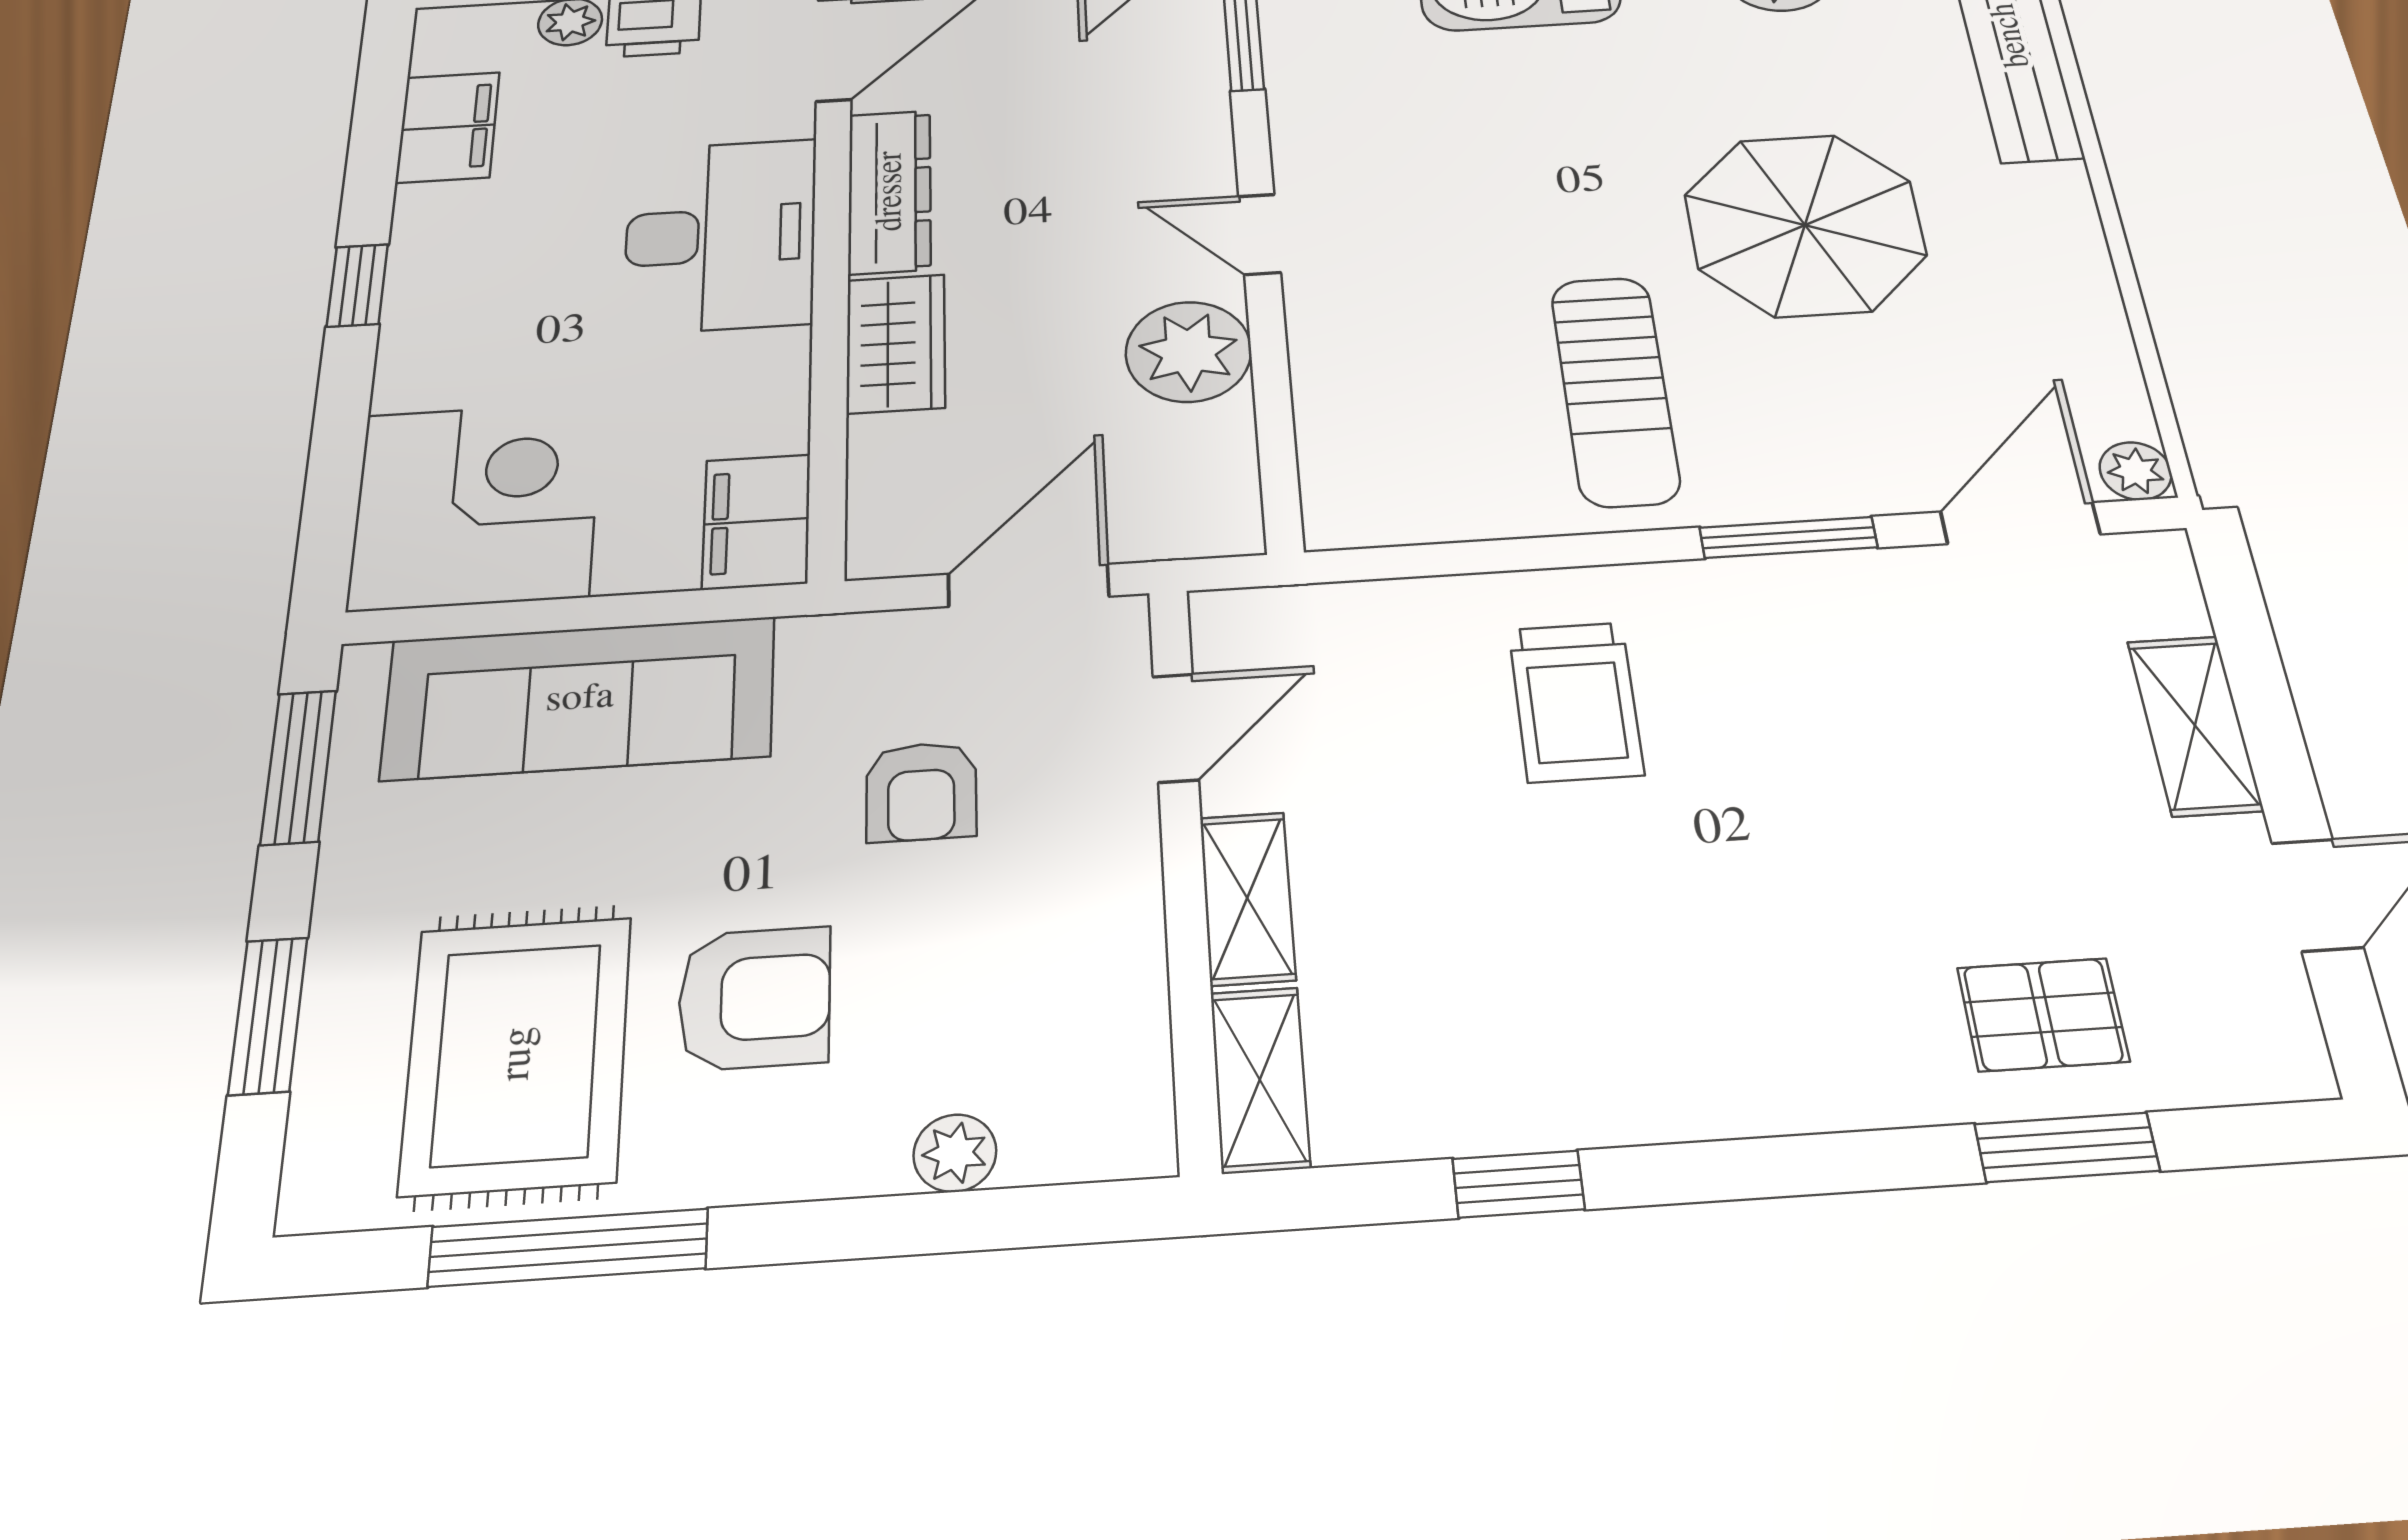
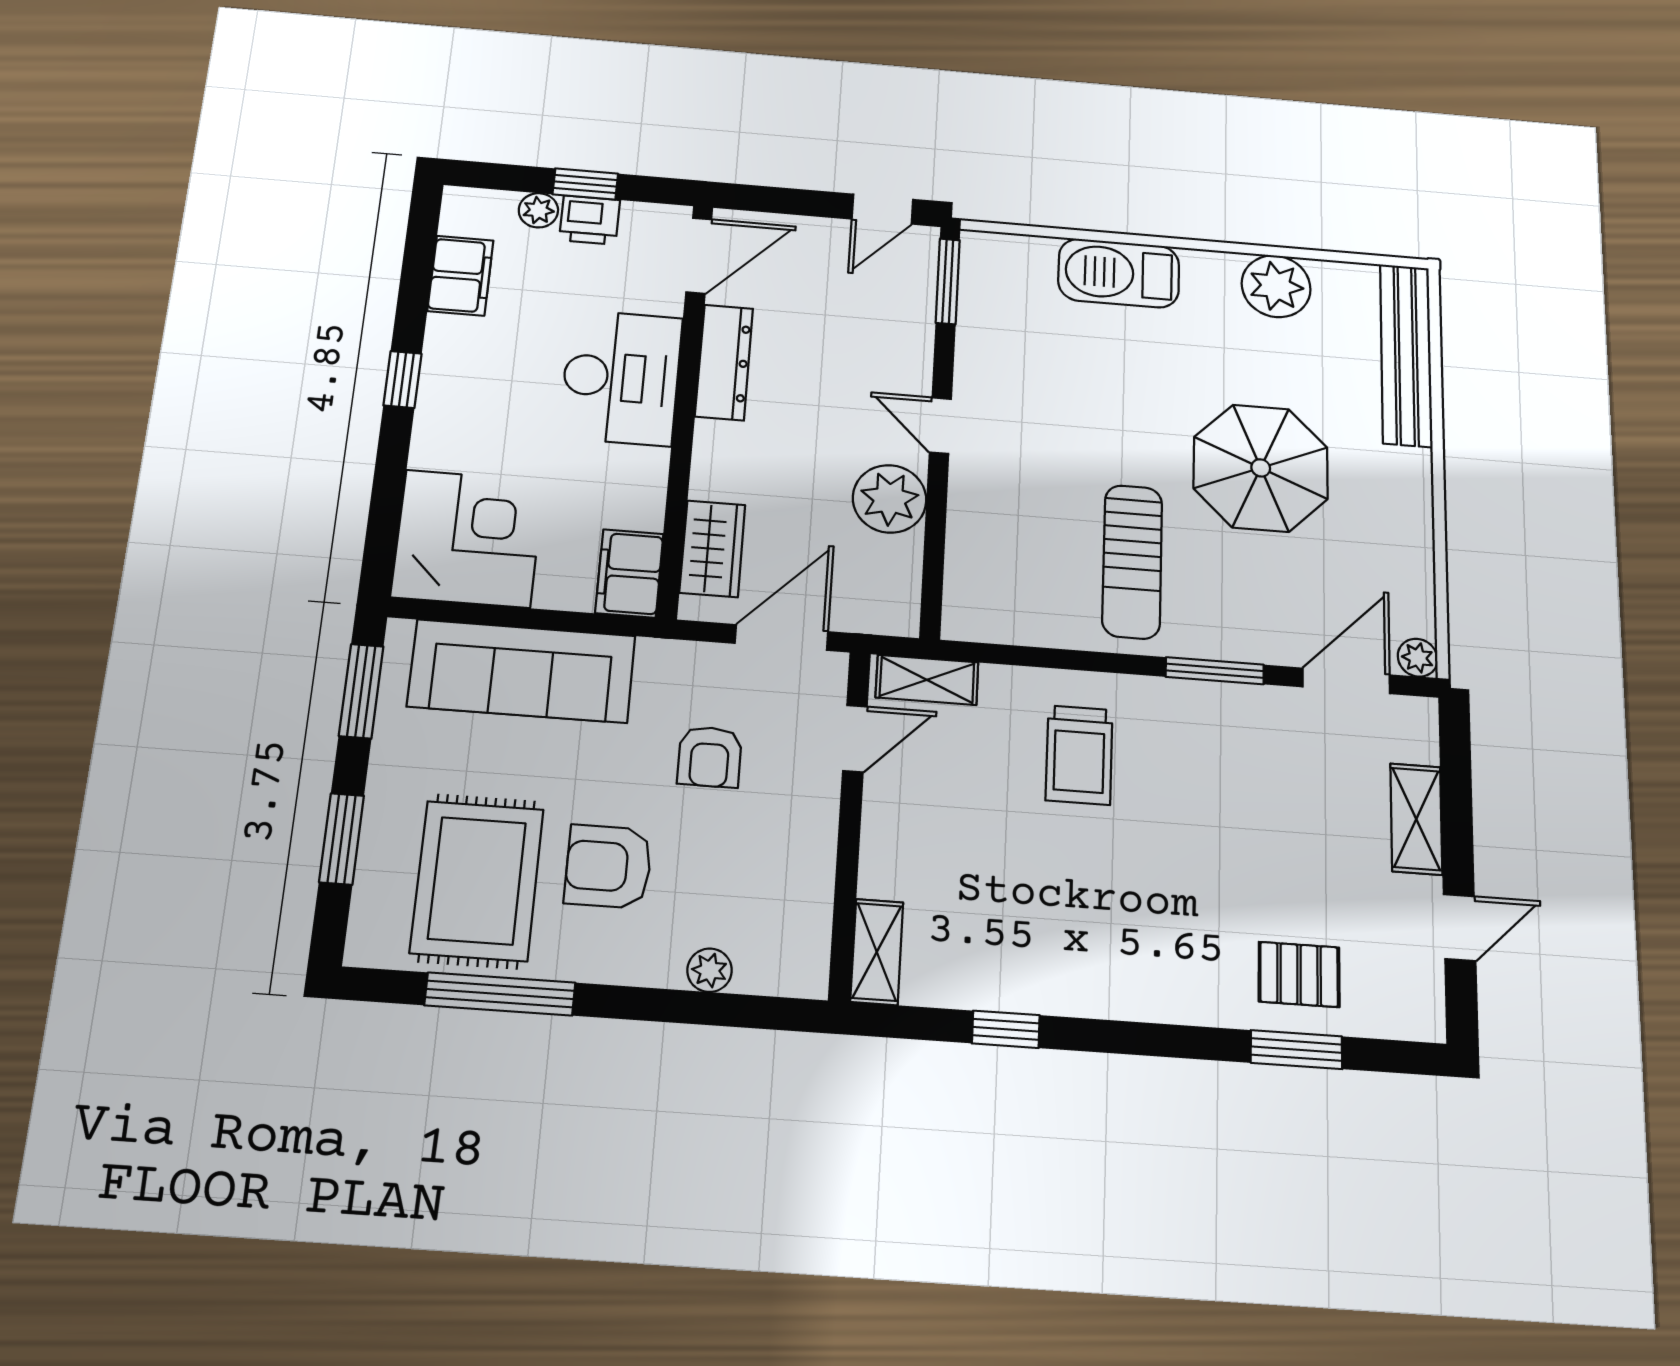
wardrobe: (896, 343) -> (712, 549), moved
shelving: (1247, 898) -> (927, 680), moved, turned 90
armchair: (754, 998) -> (608, 867), turned 180

